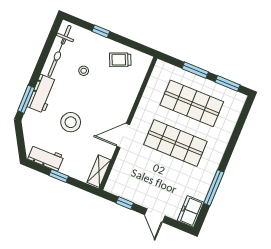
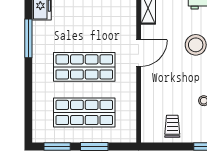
trolley: (120, 60) -> (172, 126), turned -67

